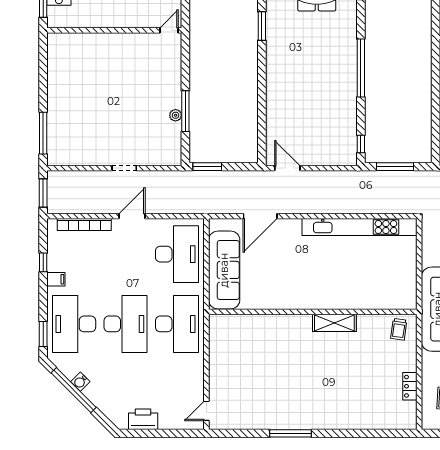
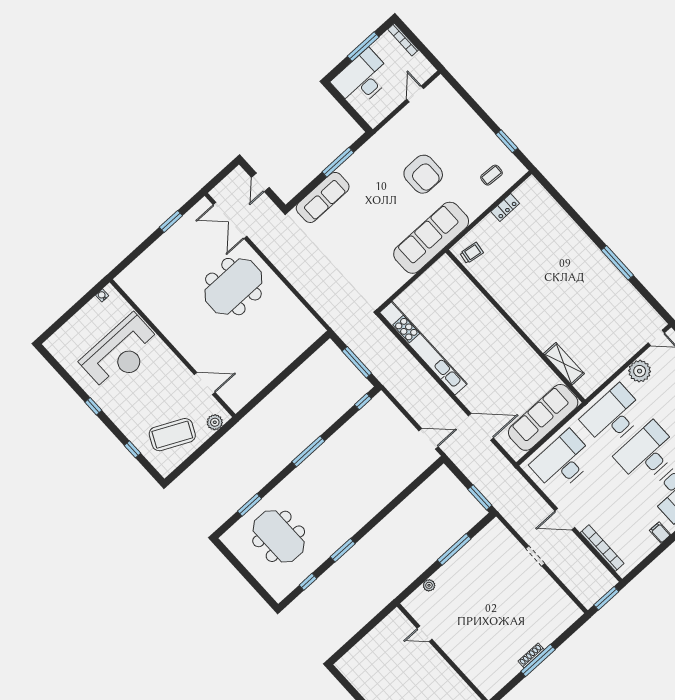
door: (169, 30) -> (425, 634), moved
window: (361, 68) -> (308, 451), width x0.68
shoe rack: (52, 96) -> (531, 655), added
plant: (176, 115) -> (429, 585), moved
window: (43, 133) -> (538, 660), moved
door: (287, 168) -> (428, 439), swing flipped
window: (43, 262) -> (656, 553), removed
shelving: (334, 323) -> (564, 364), moved
plant: (193, 375) -> (640, 371), added

